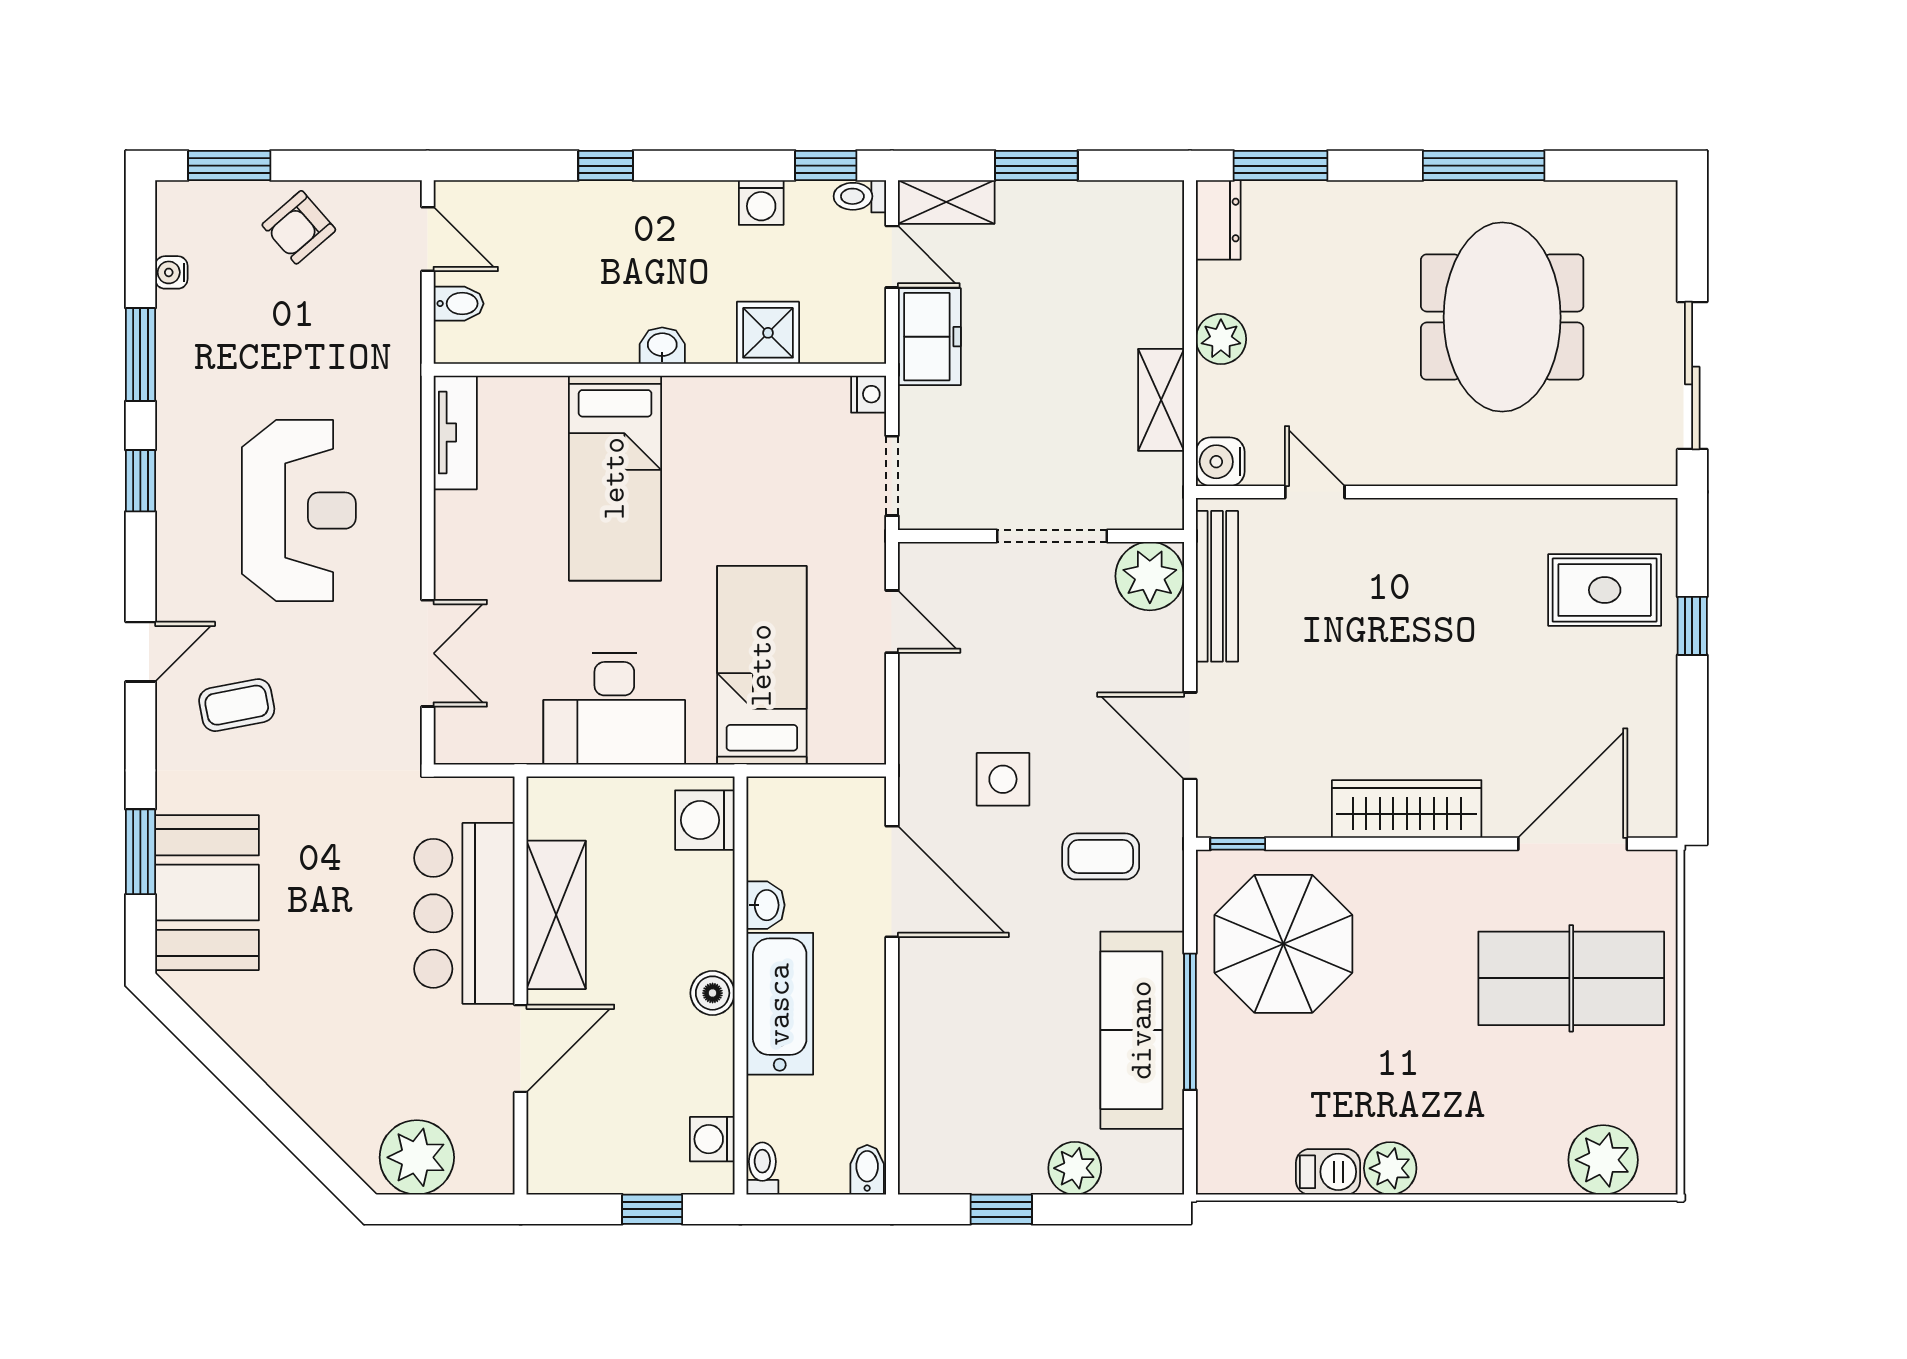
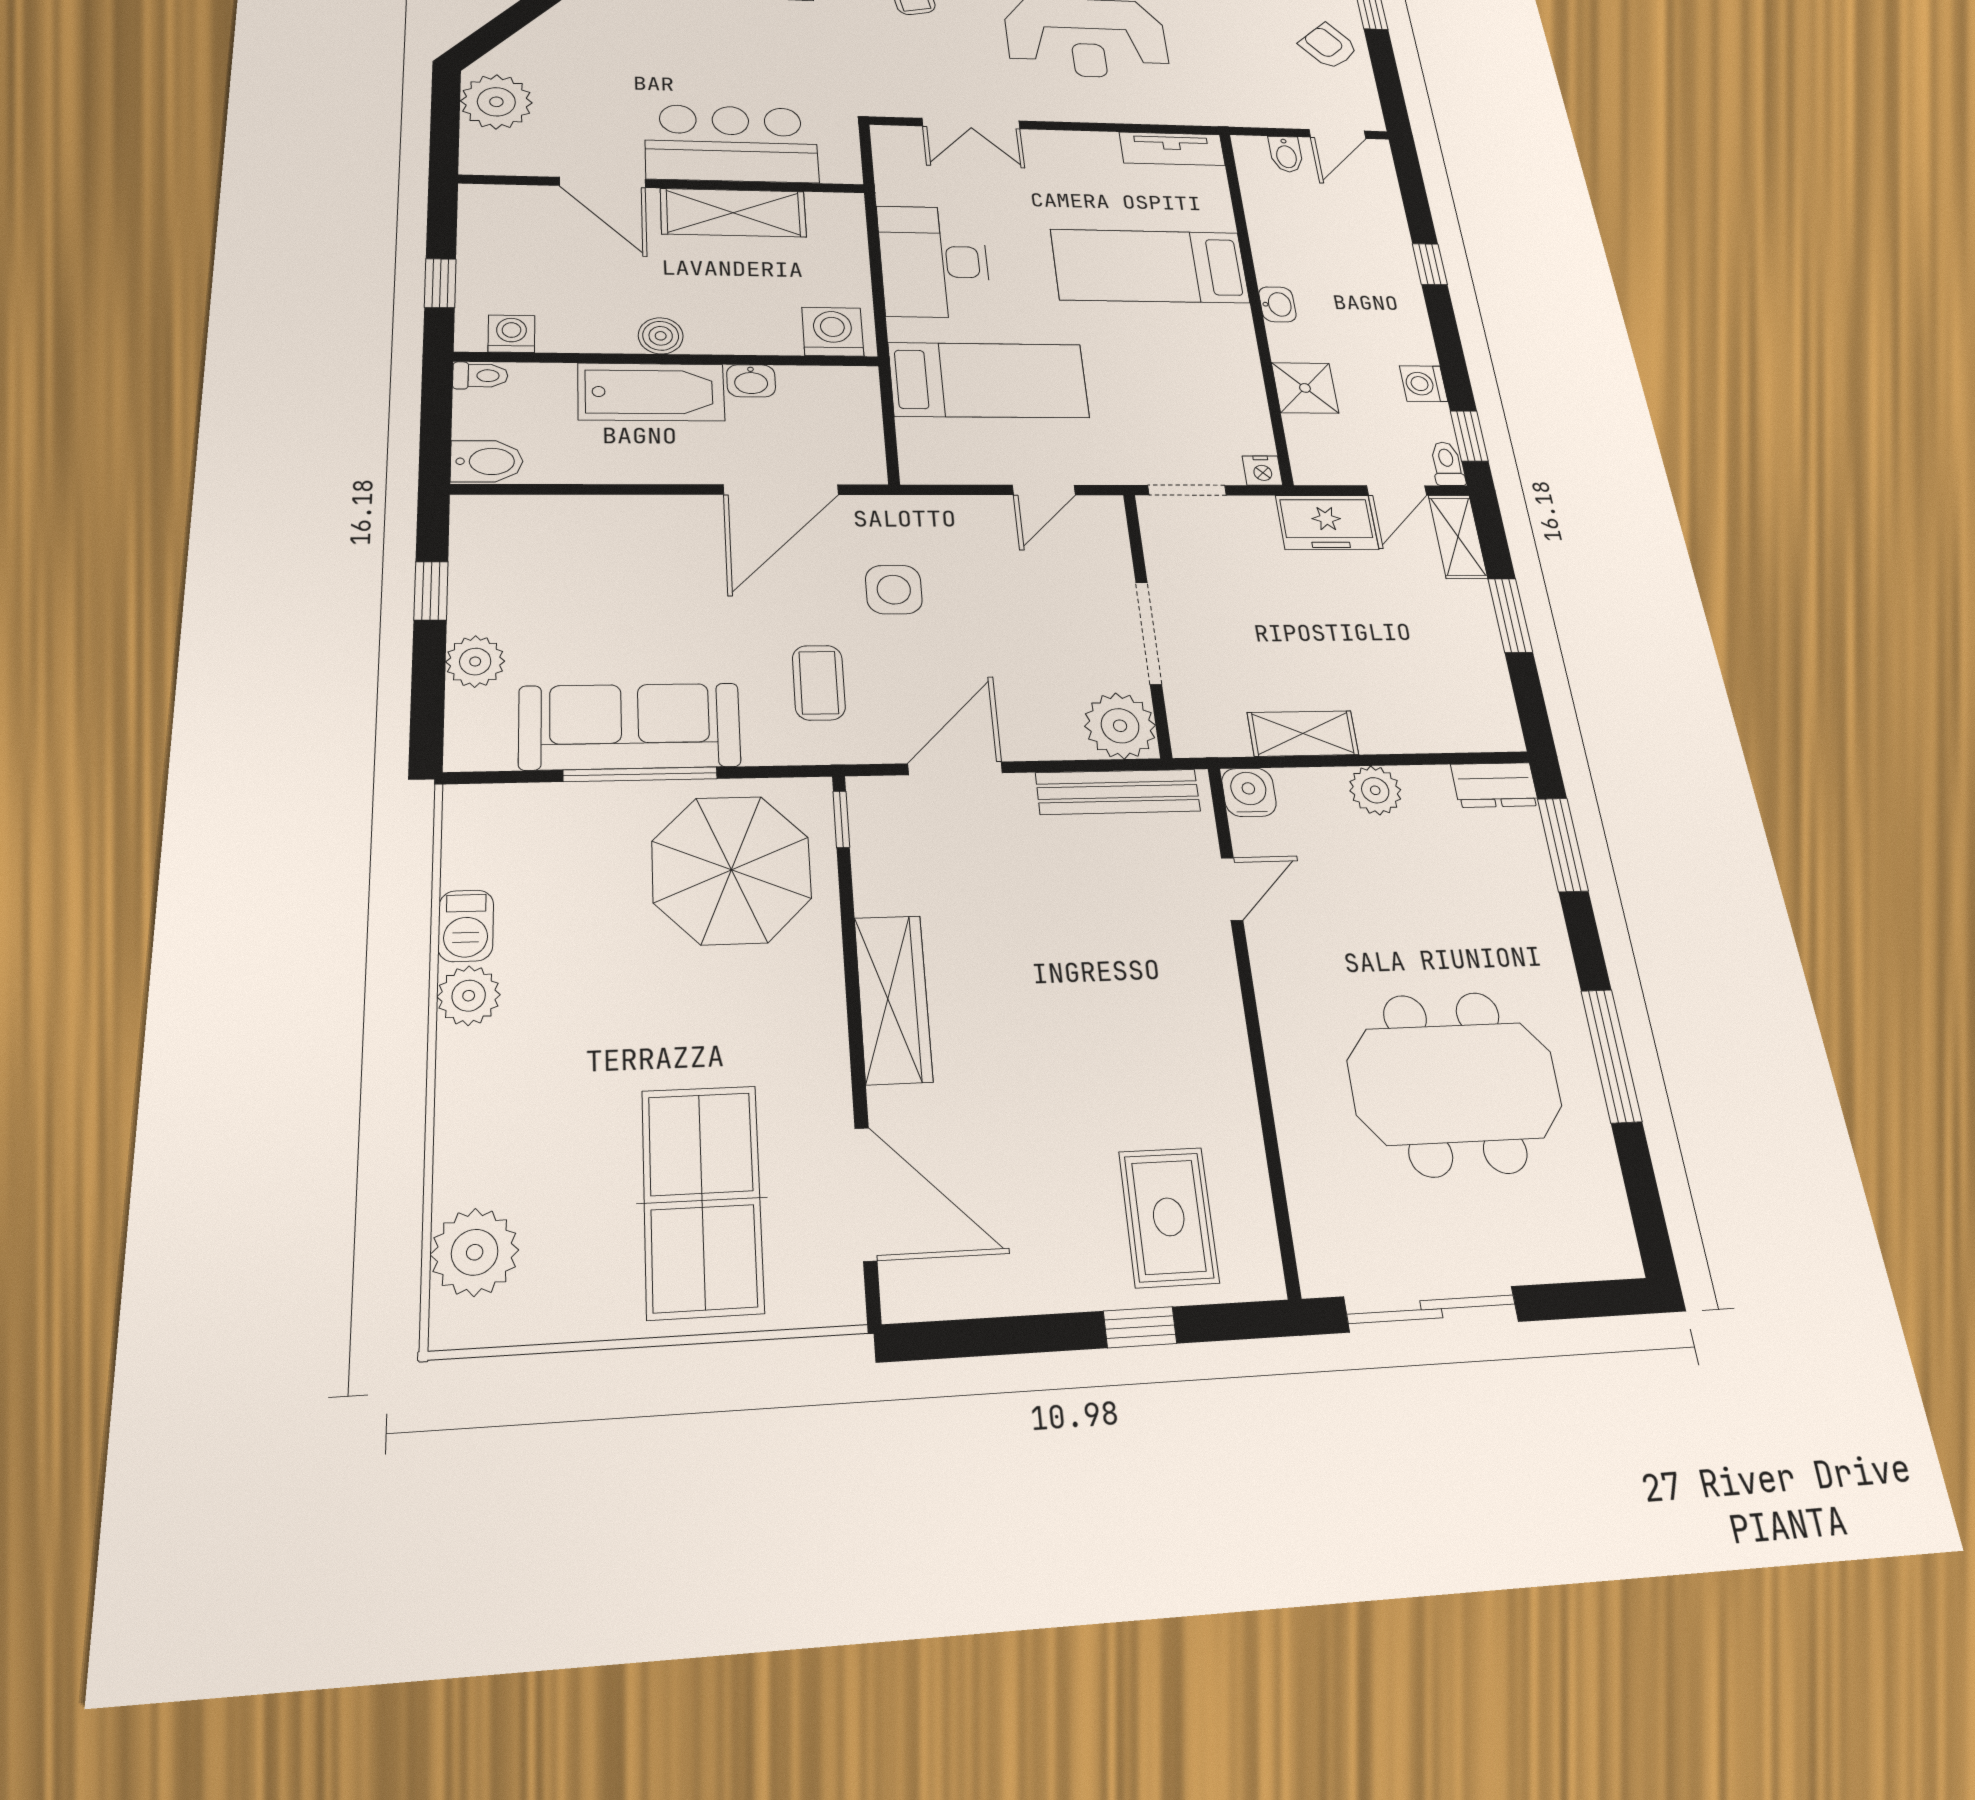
bidet: (867, 1170) -> (487, 461), width x1.38, depth x1.36

